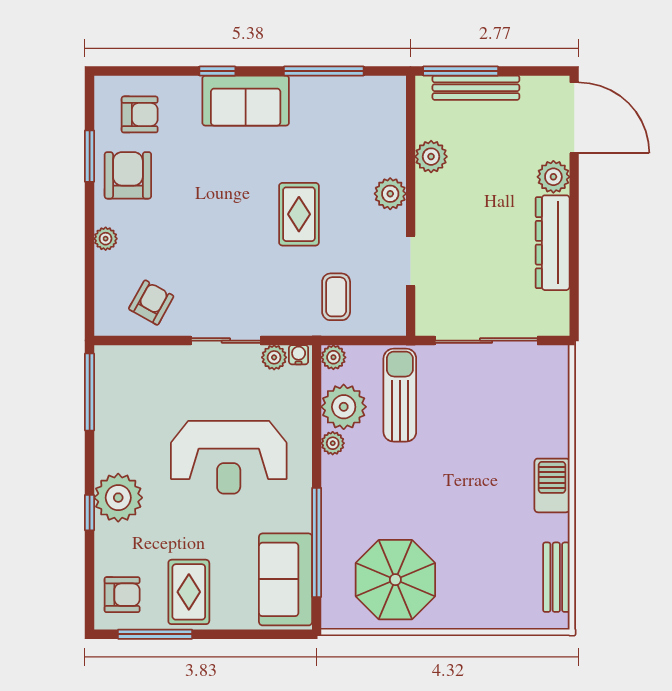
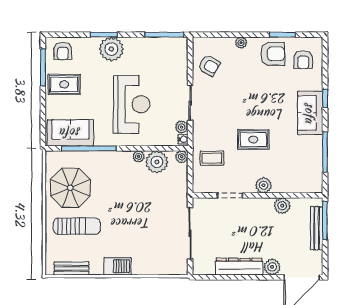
sun lounger: (400, 395) -> (77, 226), moved
reception desk: (229, 457) -> (132, 104), turned 180
window: (90, 513) -> (104, 35), width x1.50

